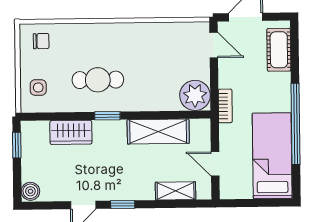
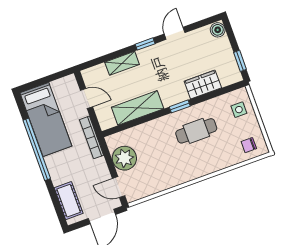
plant: (195, 95) -> (124, 158), moved
bookcase: (225, 106) -> (91, 137), width x1.56
shelving: (176, 191) -> (122, 63), moved

